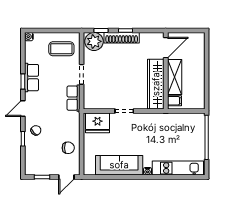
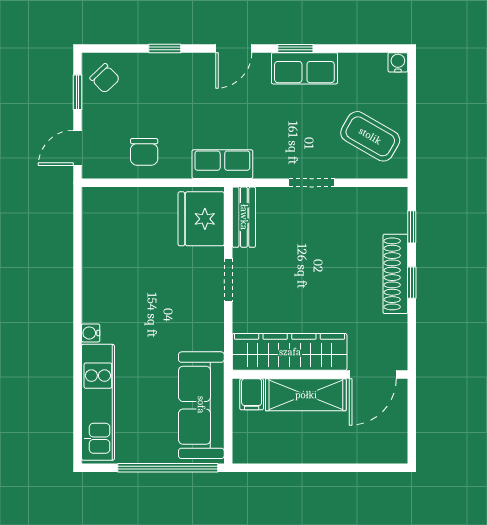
plant: (94, 41) -> (387, 211), removed
door: (166, 48) -> (373, 375), hinge flipped
coffee table: (61, 49) -> (370, 136), turned -60
row of seats: (74, 98) -> (222, 164), moved
bench: (97, 104) -> (244, 217), added
door: (23, 109) -> (234, 48), swing flipped
chair: (36, 130) -> (105, 78), moved
sofa: (119, 165) -> (201, 405), moved, turned 180
door: (66, 177) -> (77, 148), hinge flipped

